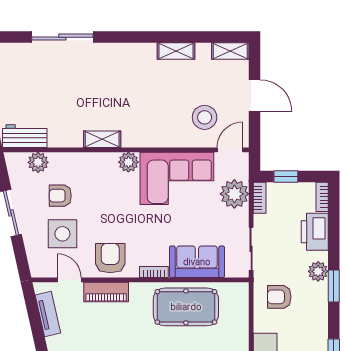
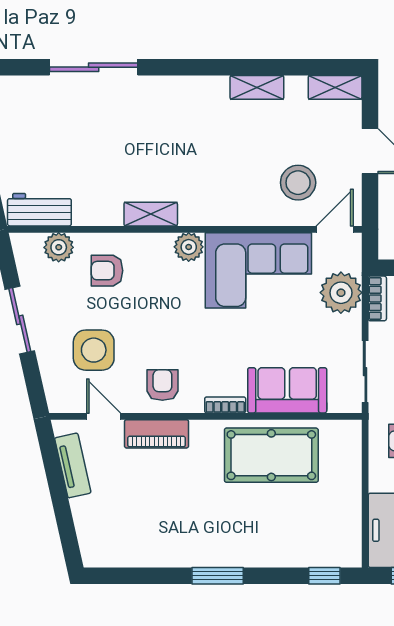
armchair: (60, 196) -> (107, 271), moved
armchair: (110, 258) -> (162, 385), width x0.72, depth x0.72

